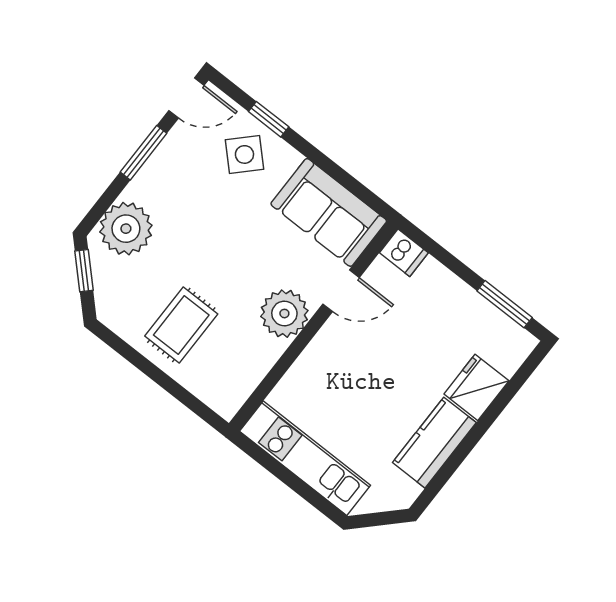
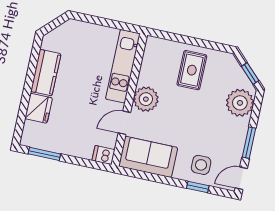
side table: (244, 154) -> (201, 165), turned 45
kitchen unit: (305, 458) -> (123, 66), moved, turned 90

